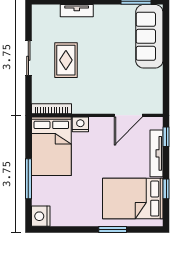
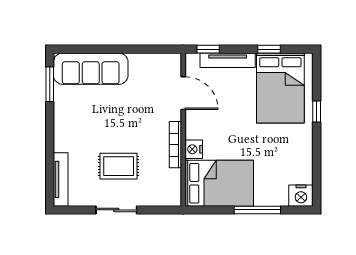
tv unit: (77, 11) -> (61, 179), moved, width x1.41
bookcase: (51, 109) -> (175, 145), moved
window: (113, 230) -> (317, 112), width x0.67

